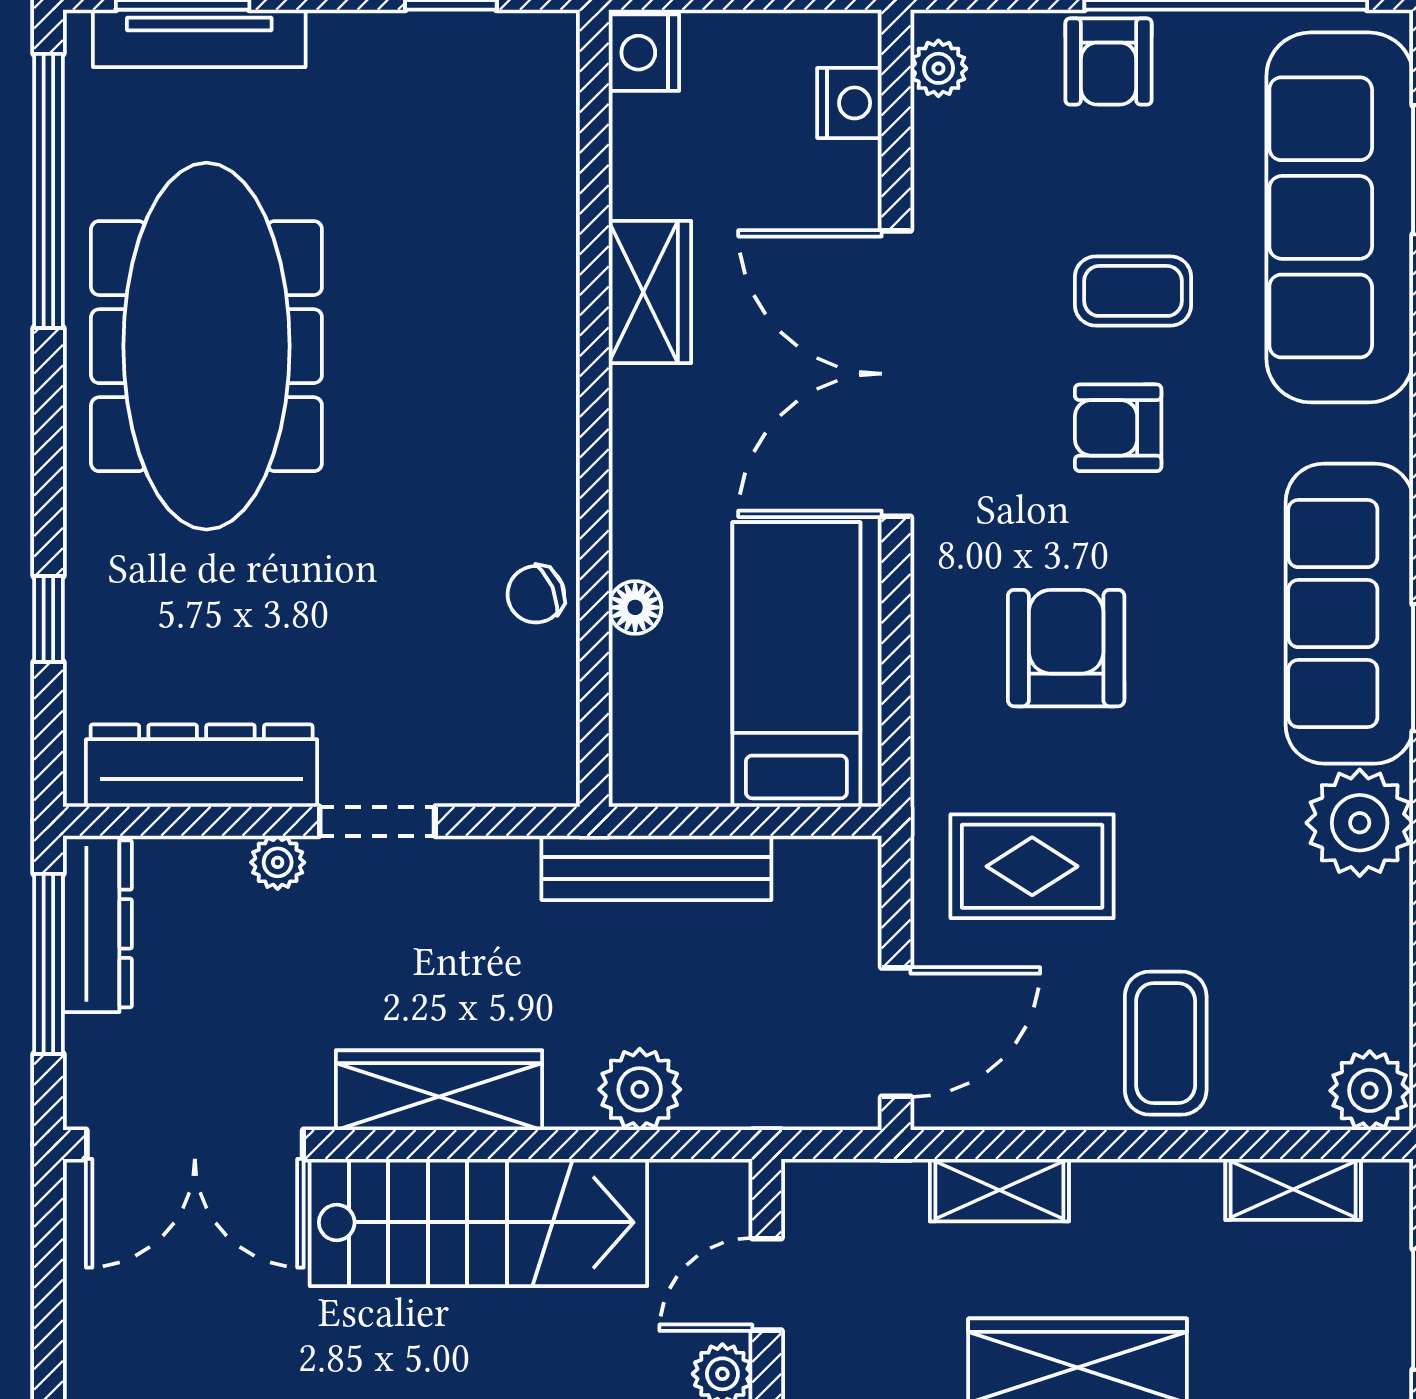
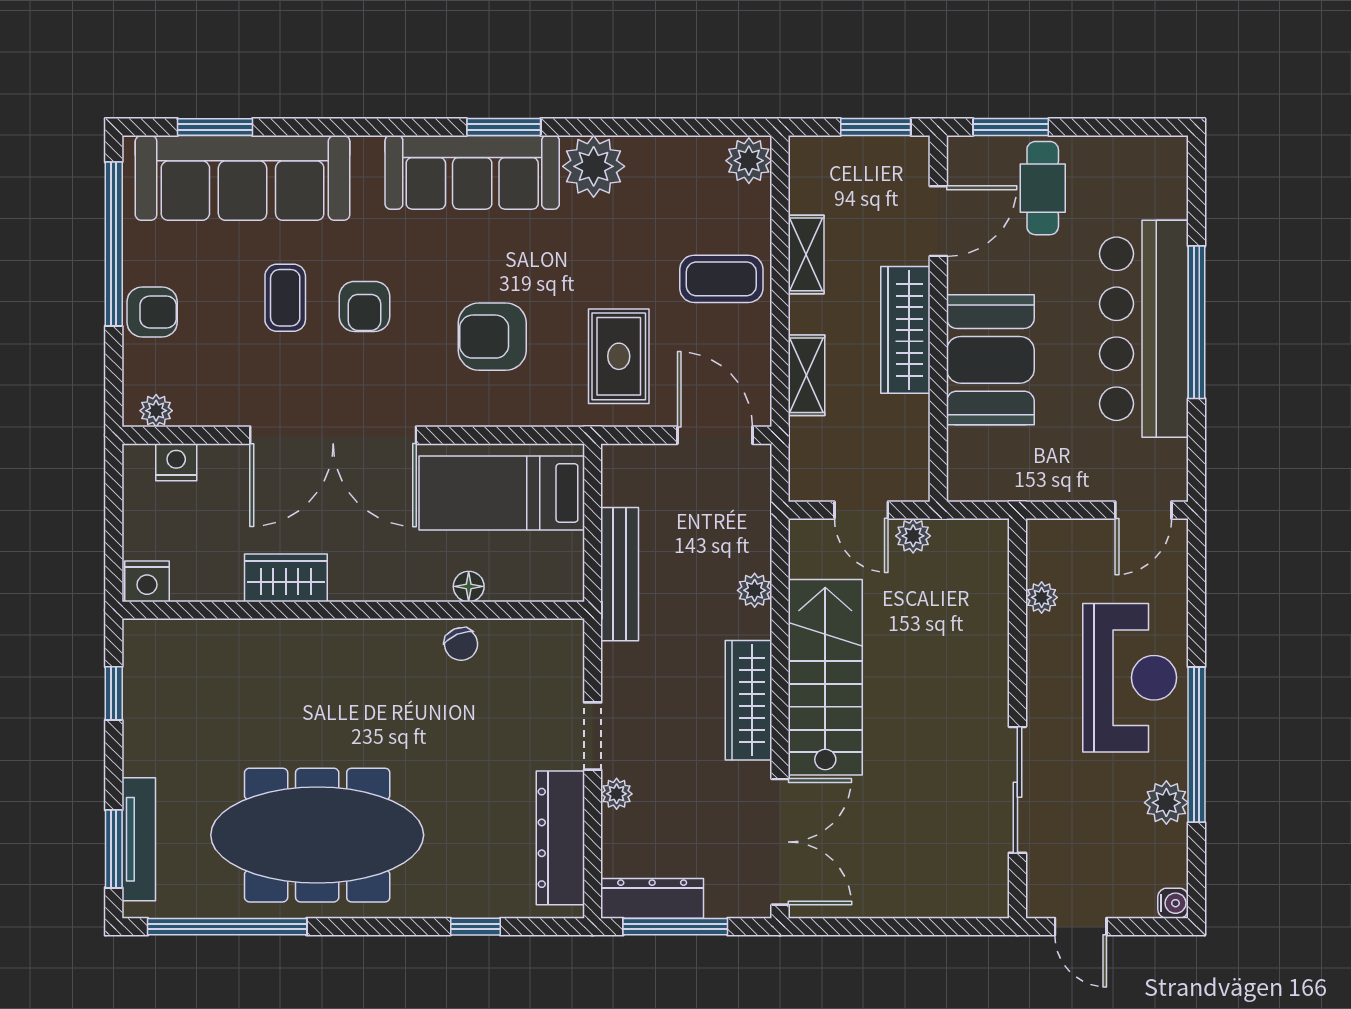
plant: (640, 1089) -> (755, 590), width x0.73, depth x0.73
shelving: (1293, 1189) -> (806, 254), moved

